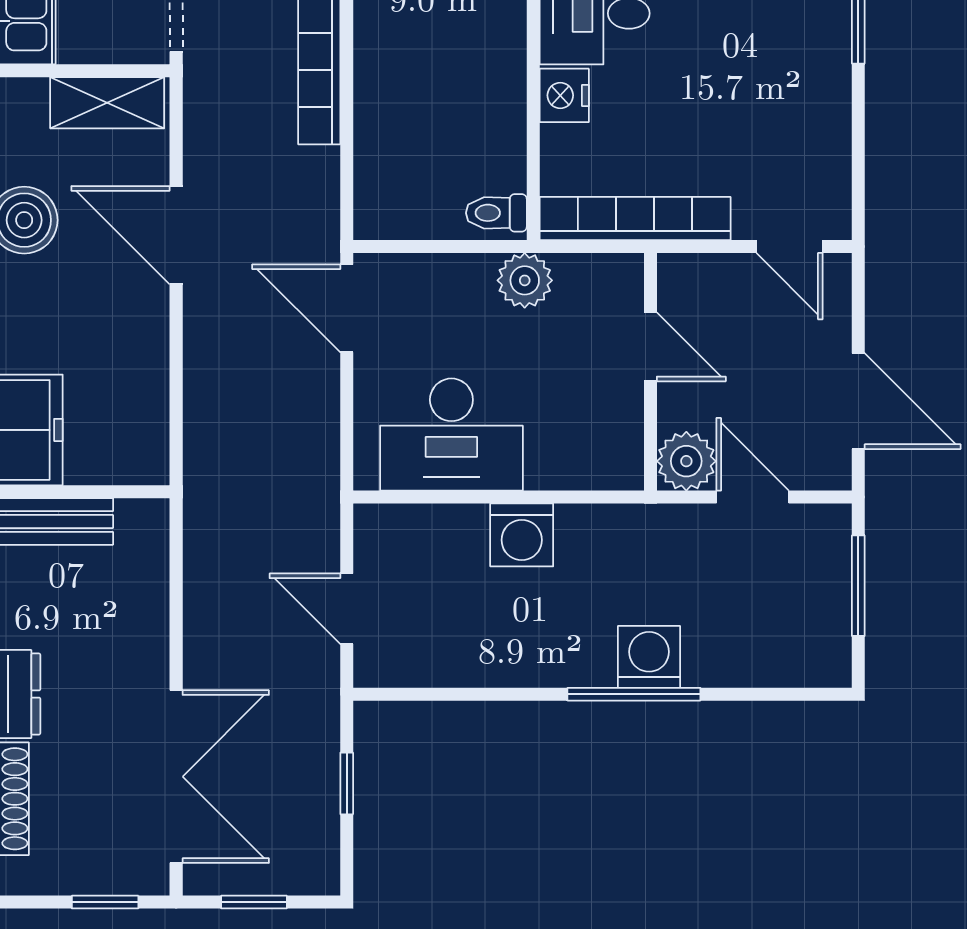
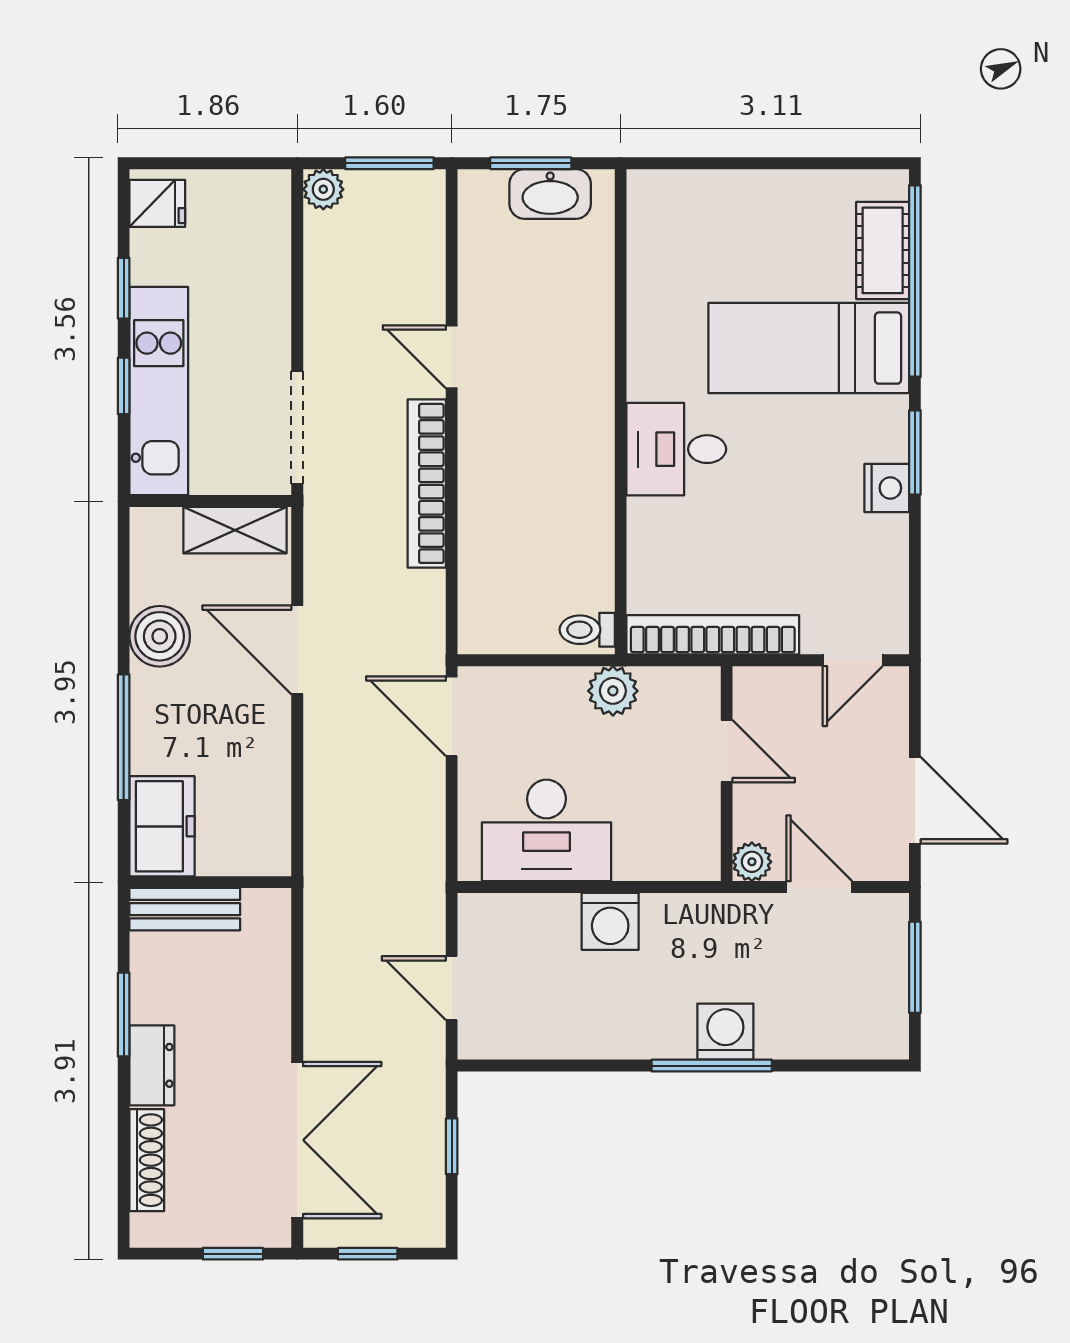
nightstand: (564, 95) -> (887, 488), moved, turned 180
door: (790, 247) -> (853, 660), hinge flipped
plant: (686, 461) -> (752, 862), width x0.73, depth x0.73

